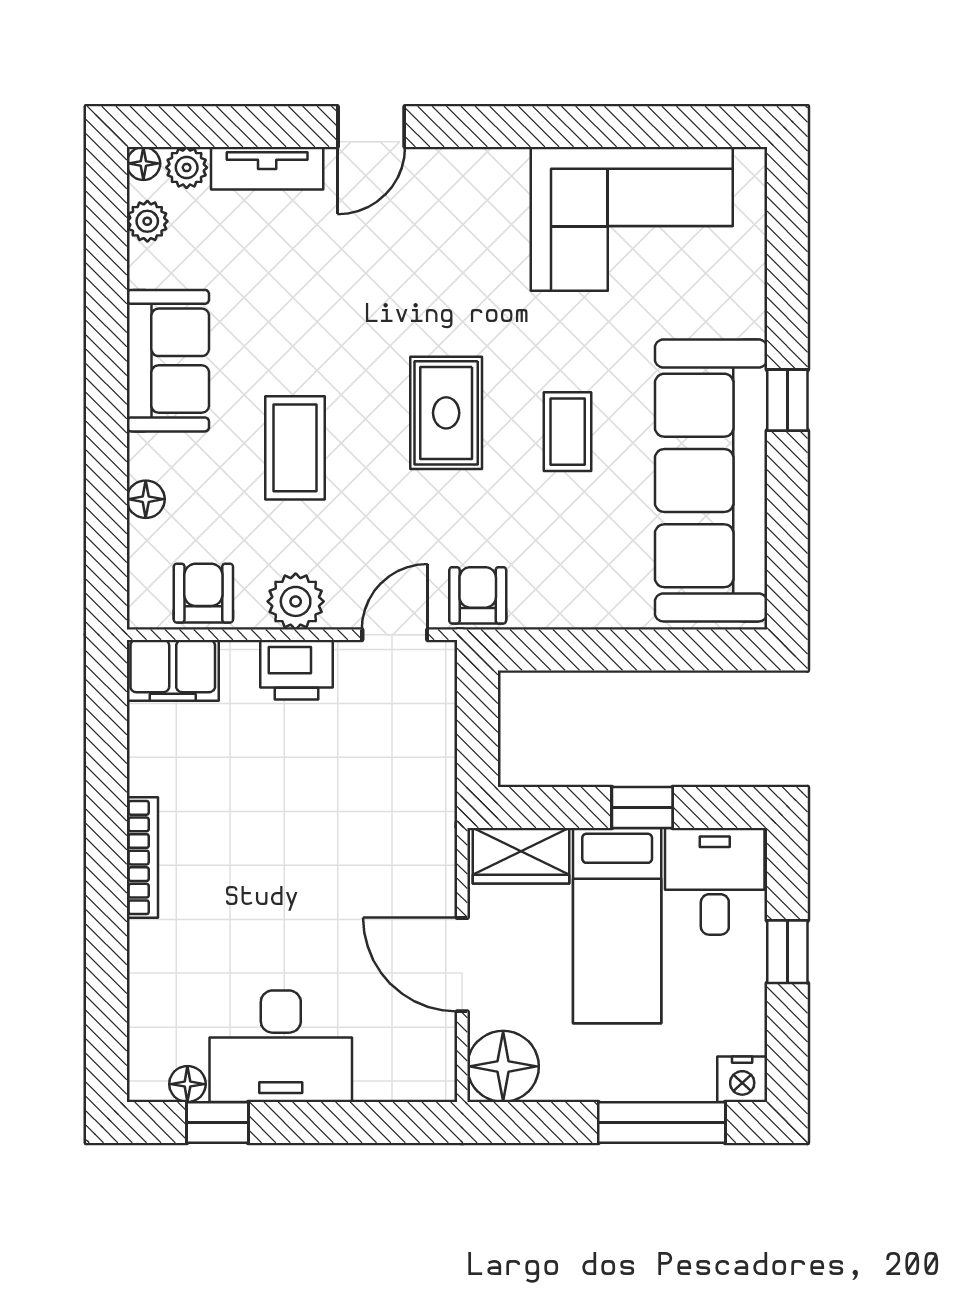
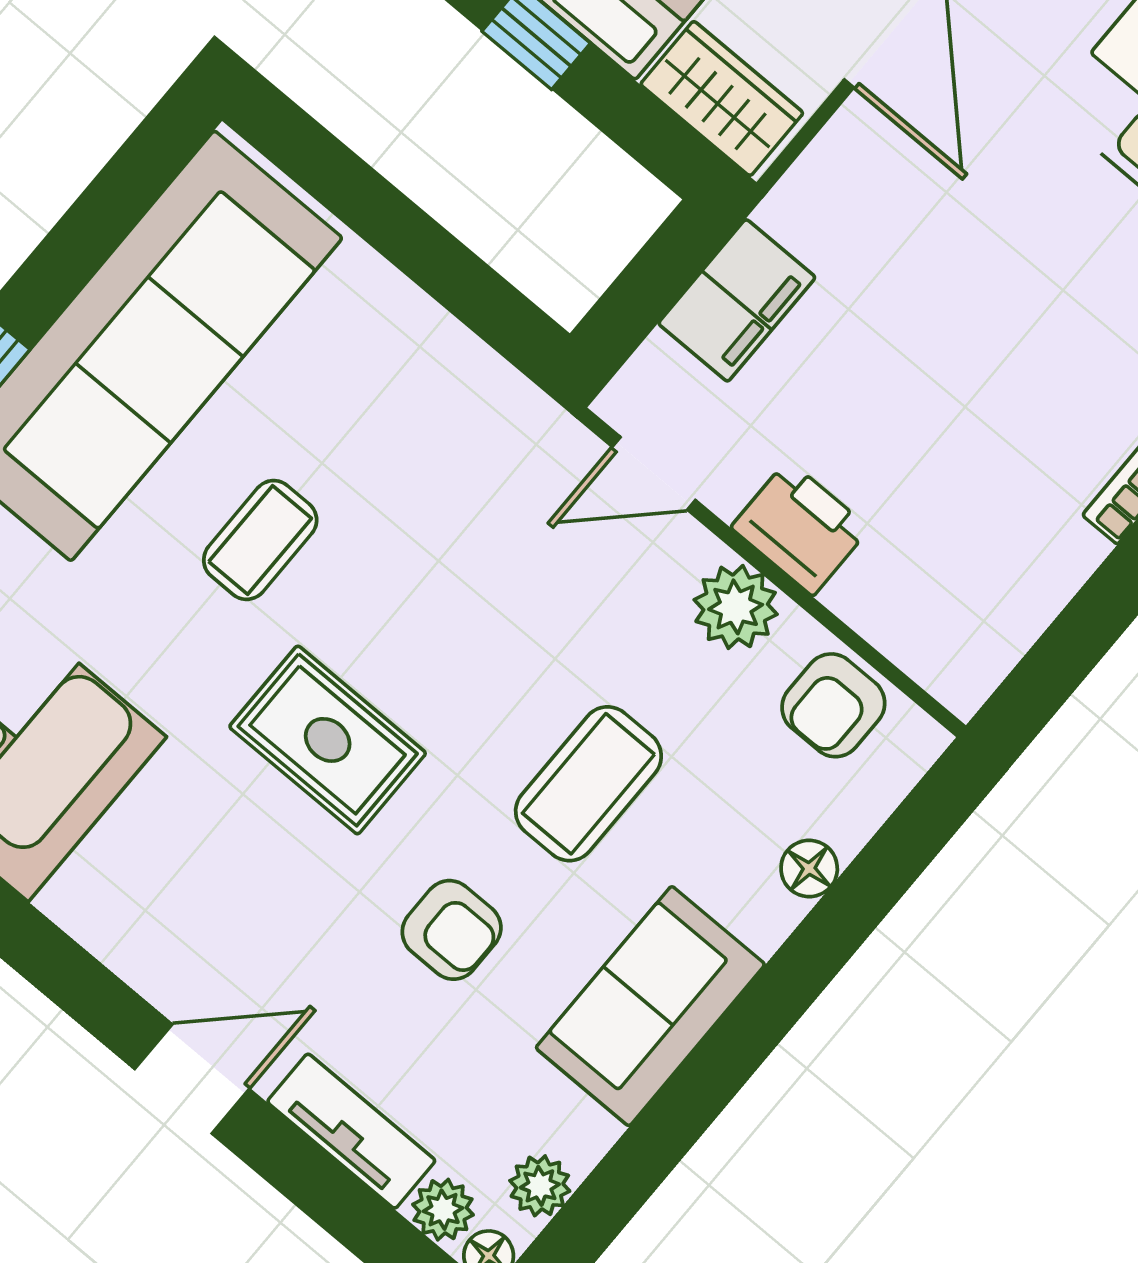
rug: (446, 413) -> (328, 740), moved, turned 90
armchair: (478, 595) -> (452, 930), moved, turned -90
filing cabinet: (173, 670) -> (737, 300), moved, turned 90

